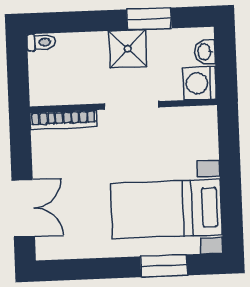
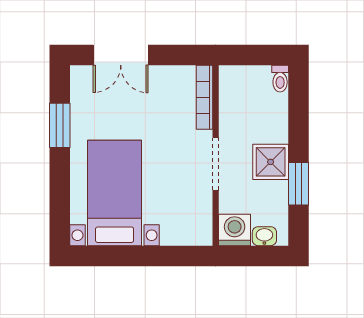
window: (164, 266) -> (60, 125), moved

